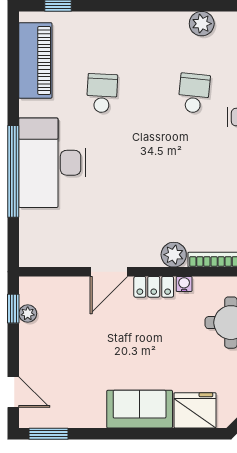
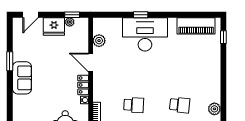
school desk: (102, 93) -> (134, 105), moved
window: (13, 171) -> (141, 15), width x0.32
plant: (174, 255) -> (99, 41), moved
fridge: (195, 410) -> (54, 26), moved, turned 90
window: (48, 434) -> (10, 61), moved

